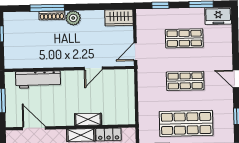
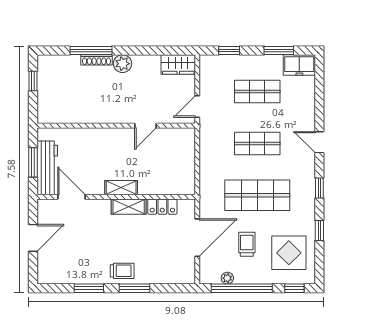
workbench: (38, 80) -> (47, 168), moved, turned -90
shelving: (88, 119) -> (121, 188), moved

